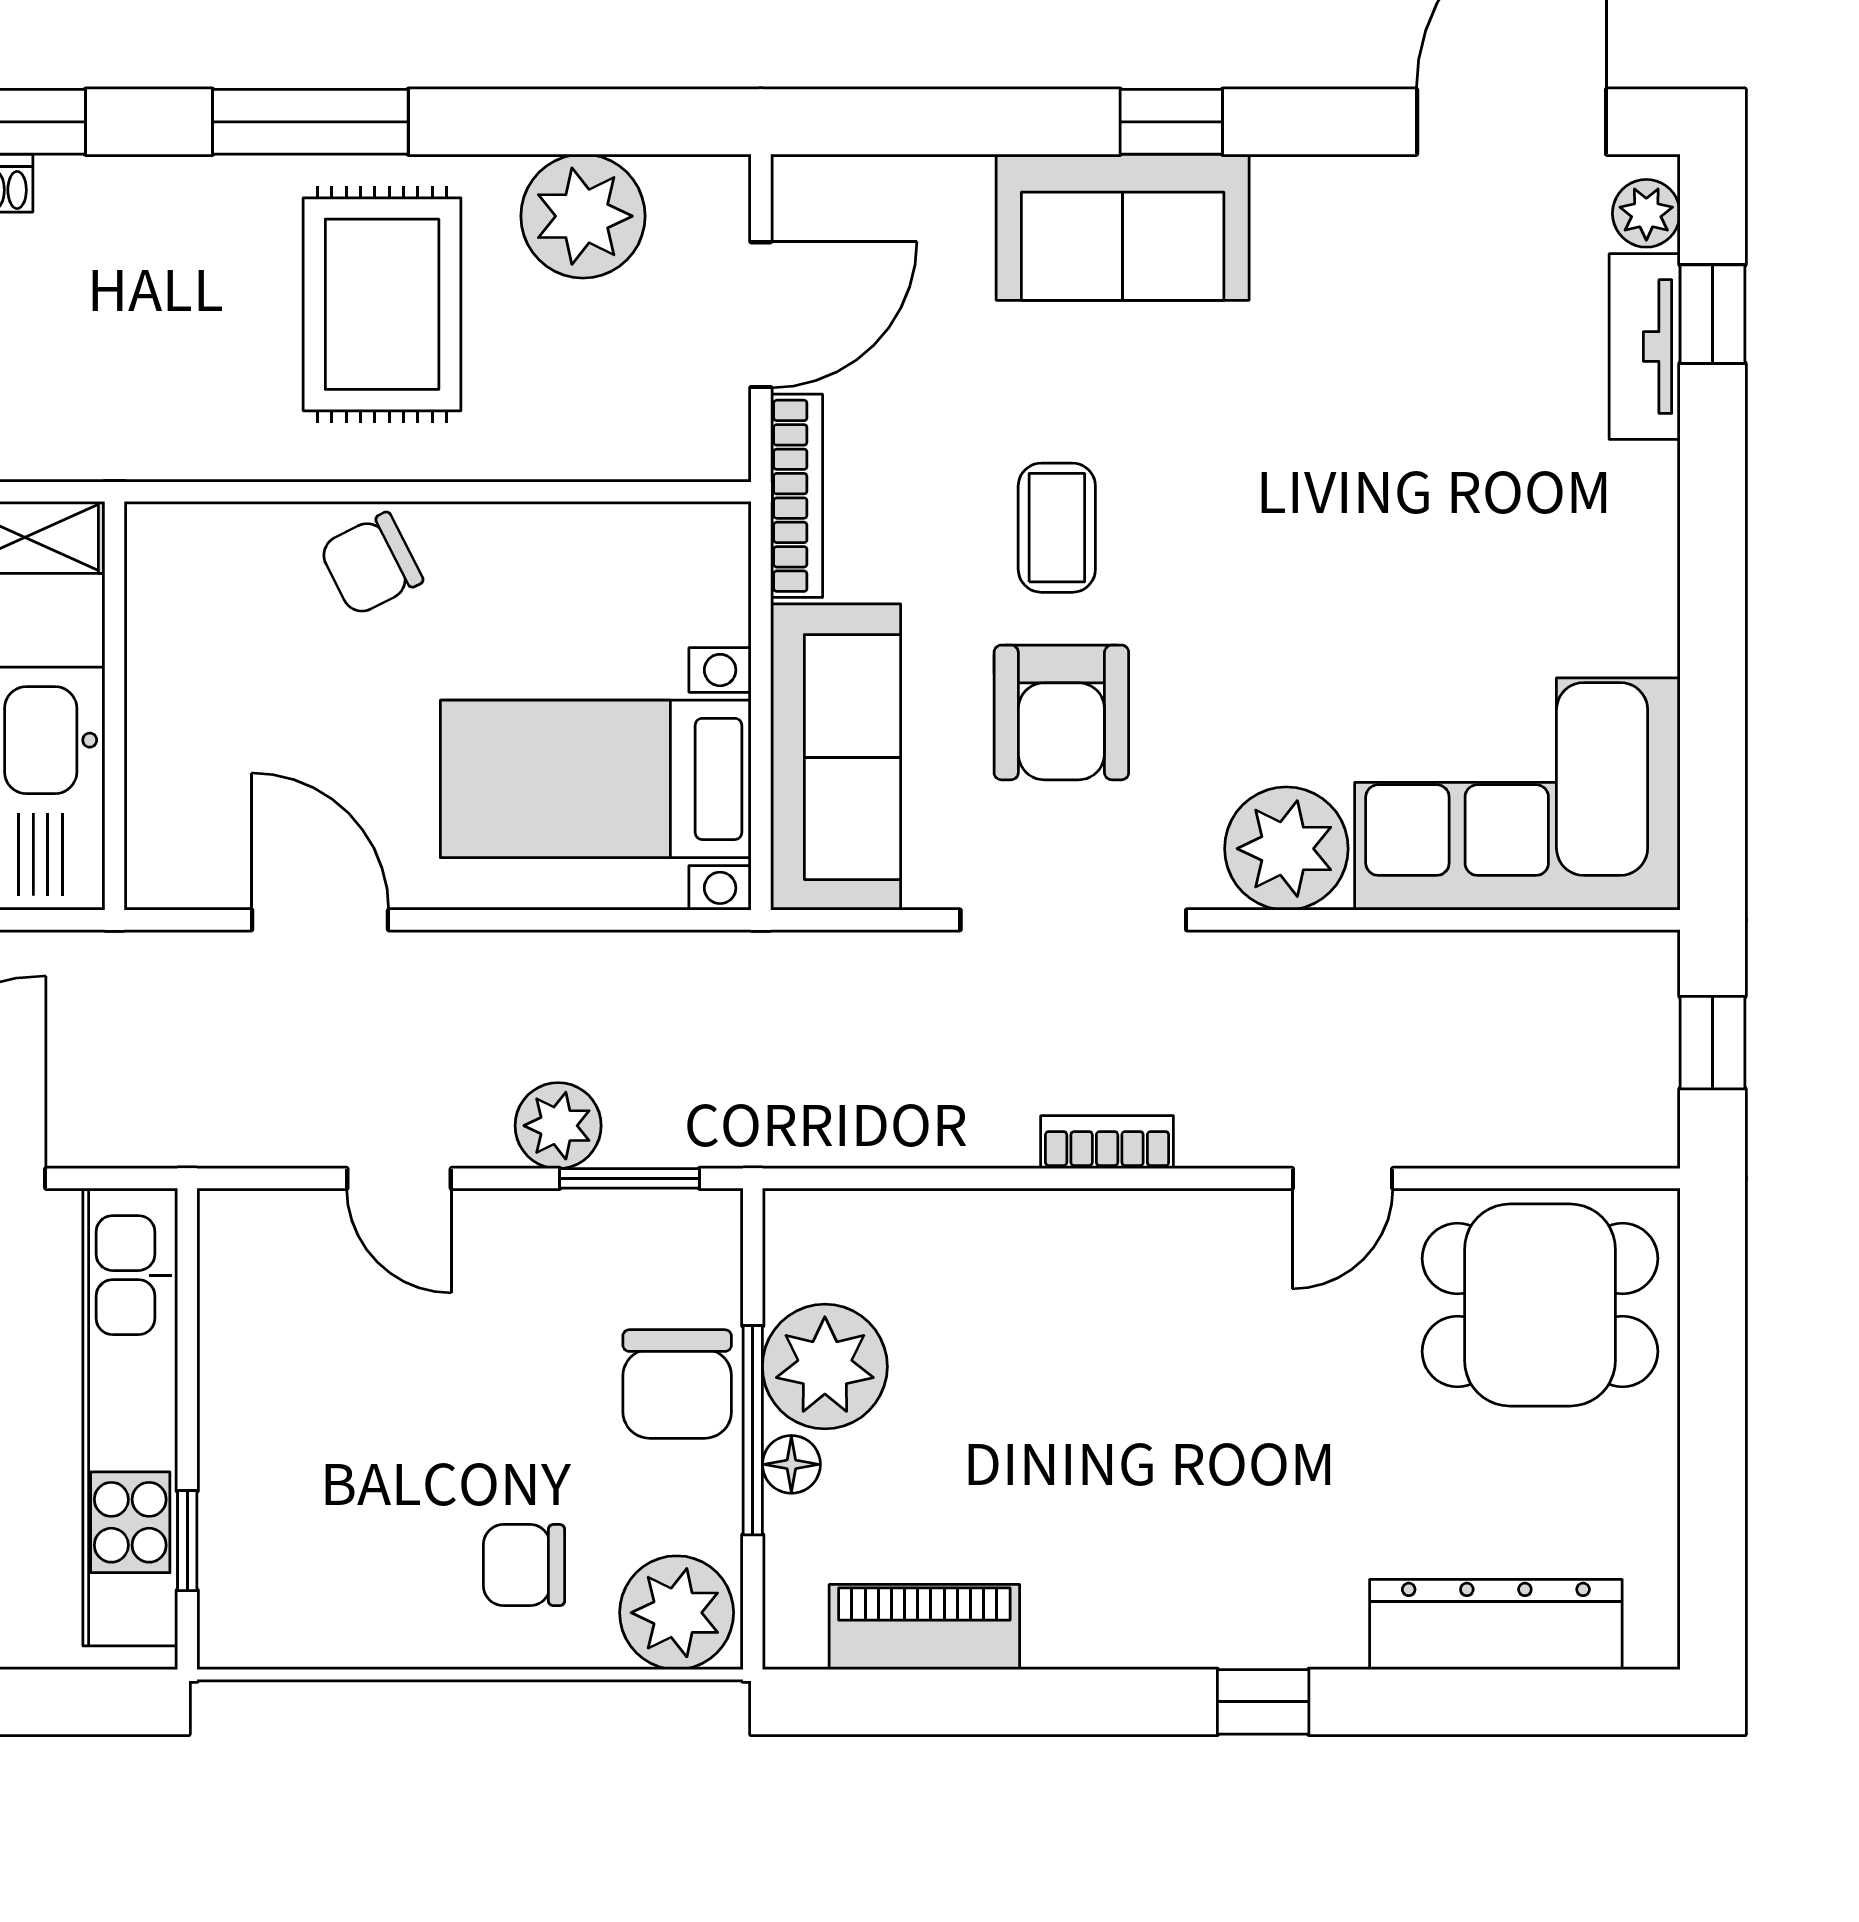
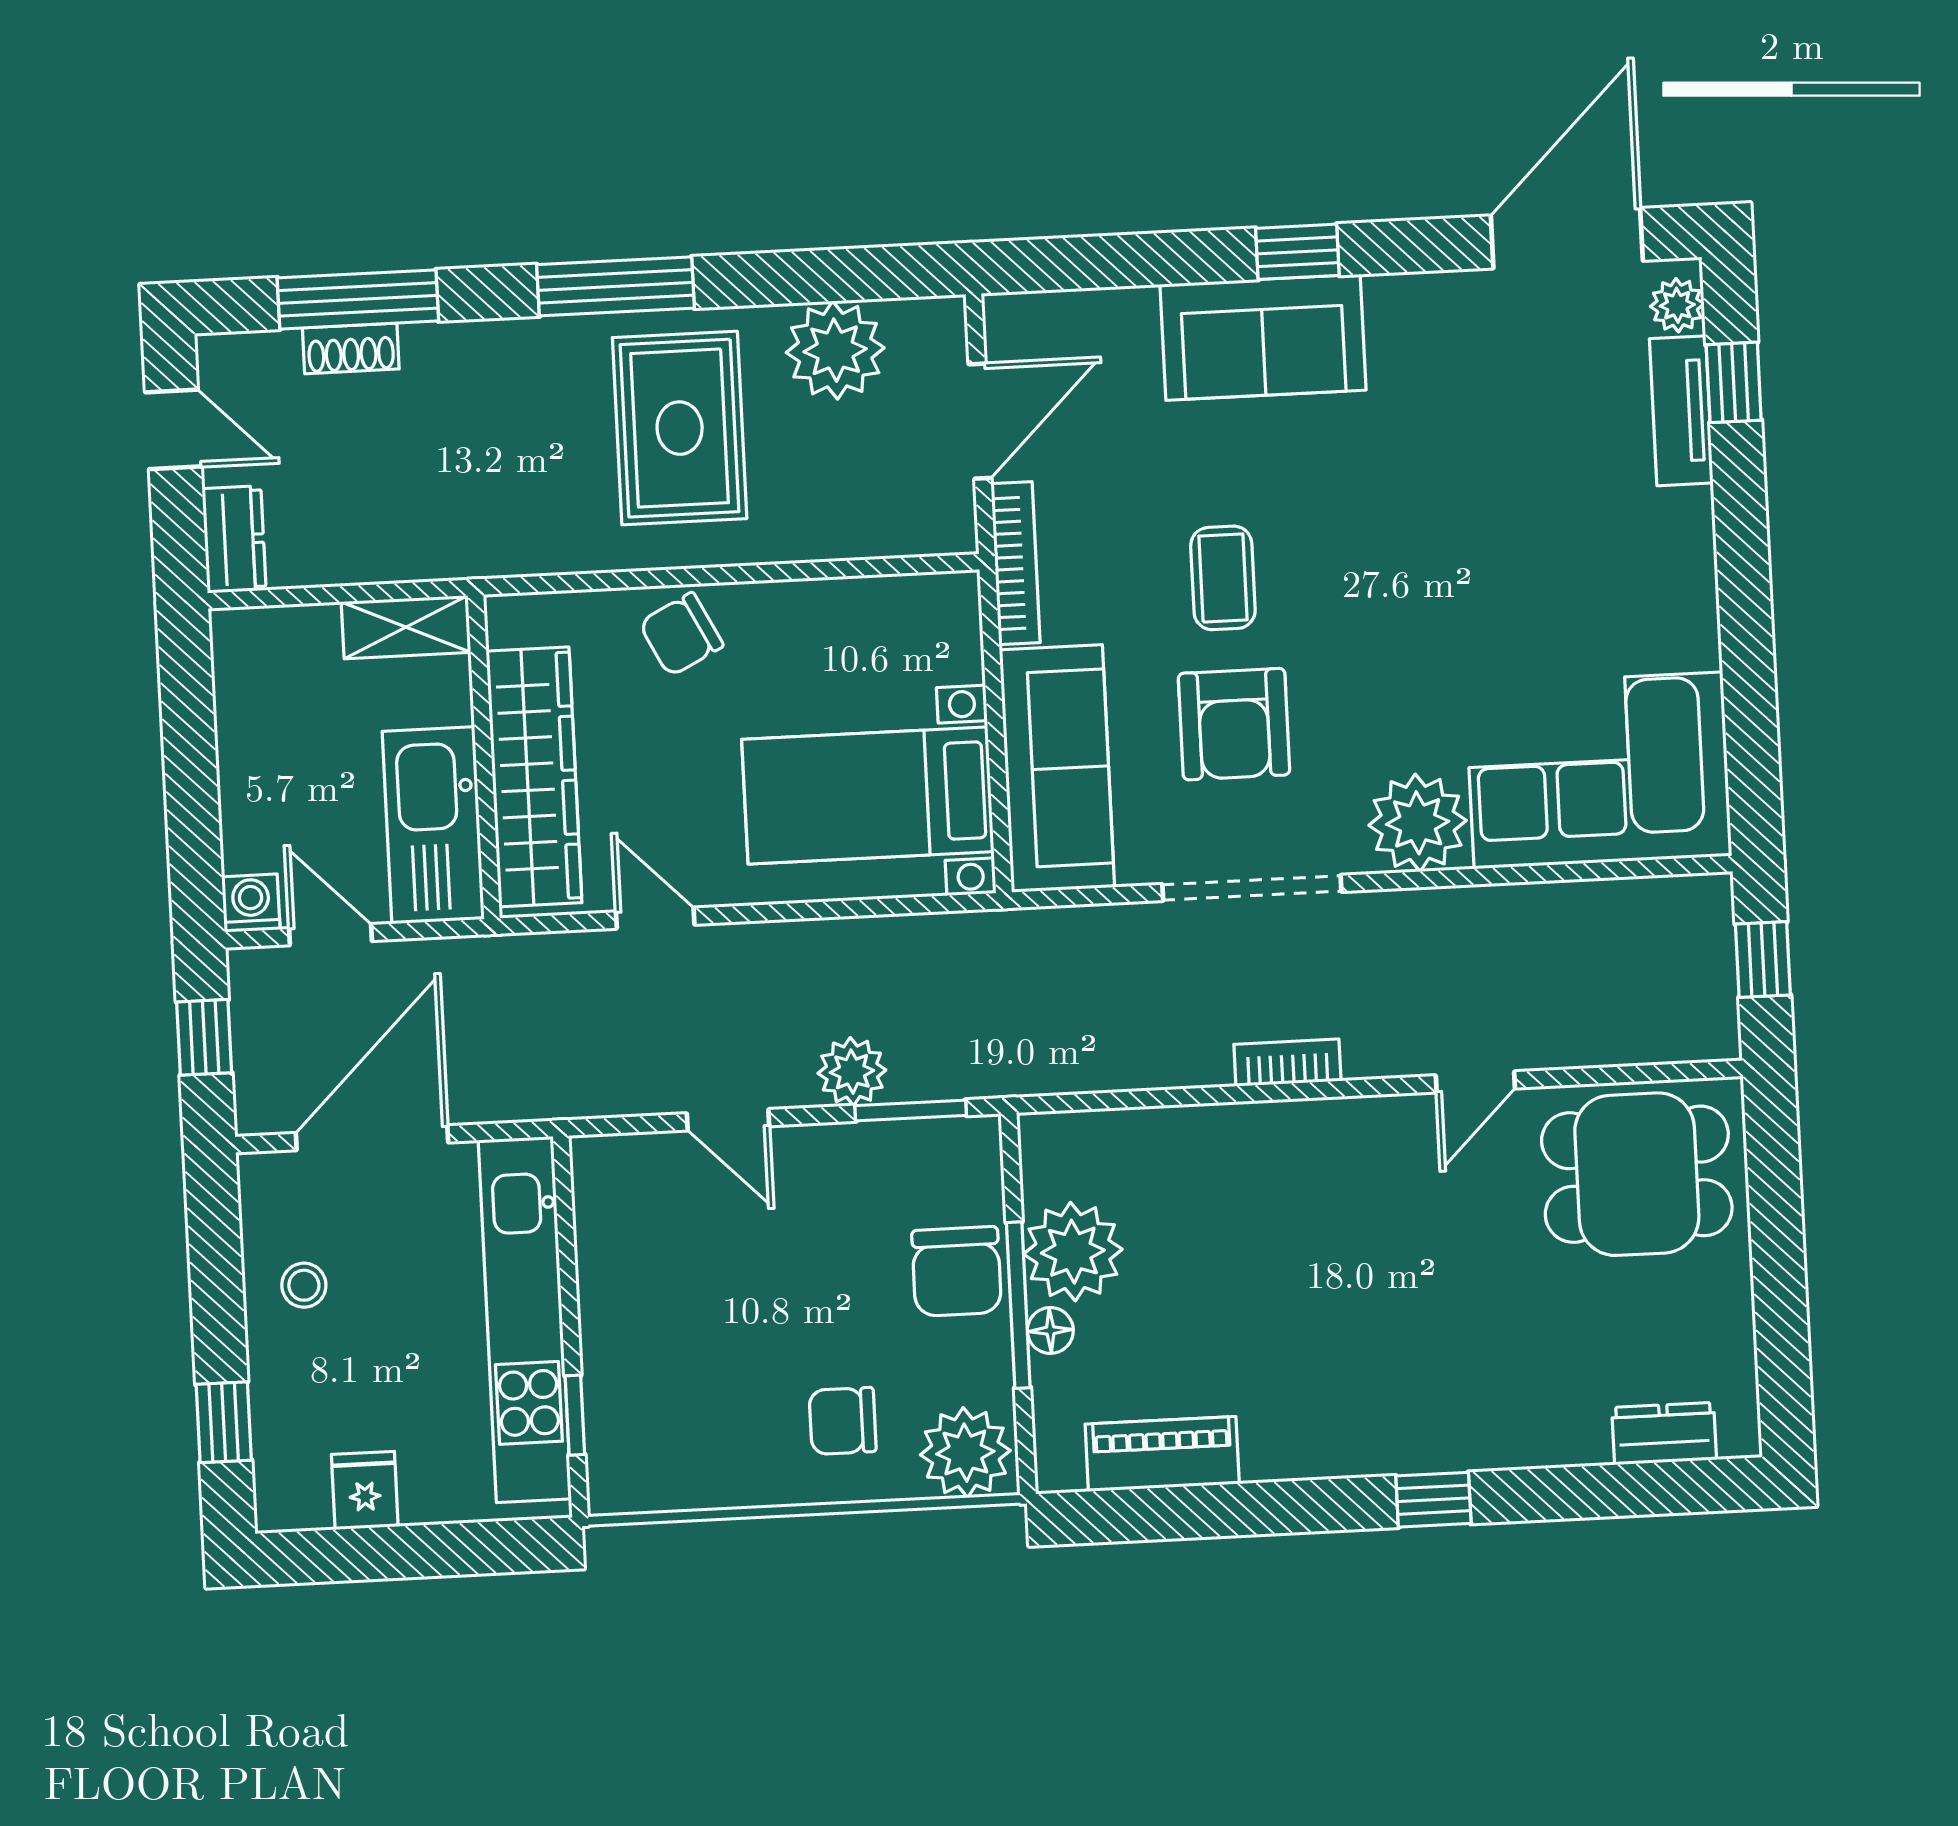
wardrobe: (177, 734) -> (534, 777), added
door: (320, 920) -> (655, 918), width x0.73
dresser: (1496, 1625) -> (1664, 1434), width x0.51, depth x0.80

